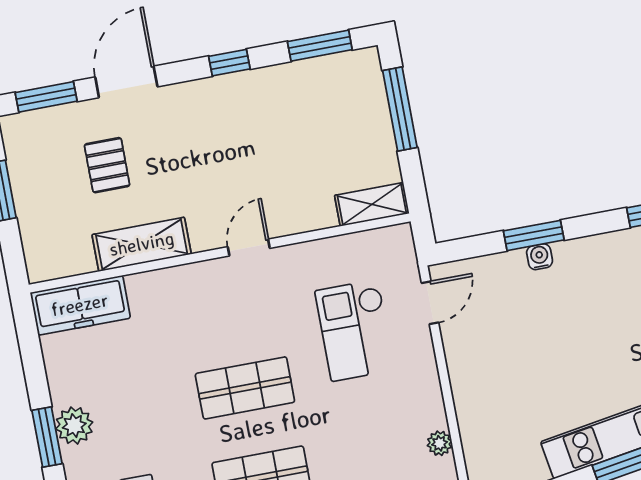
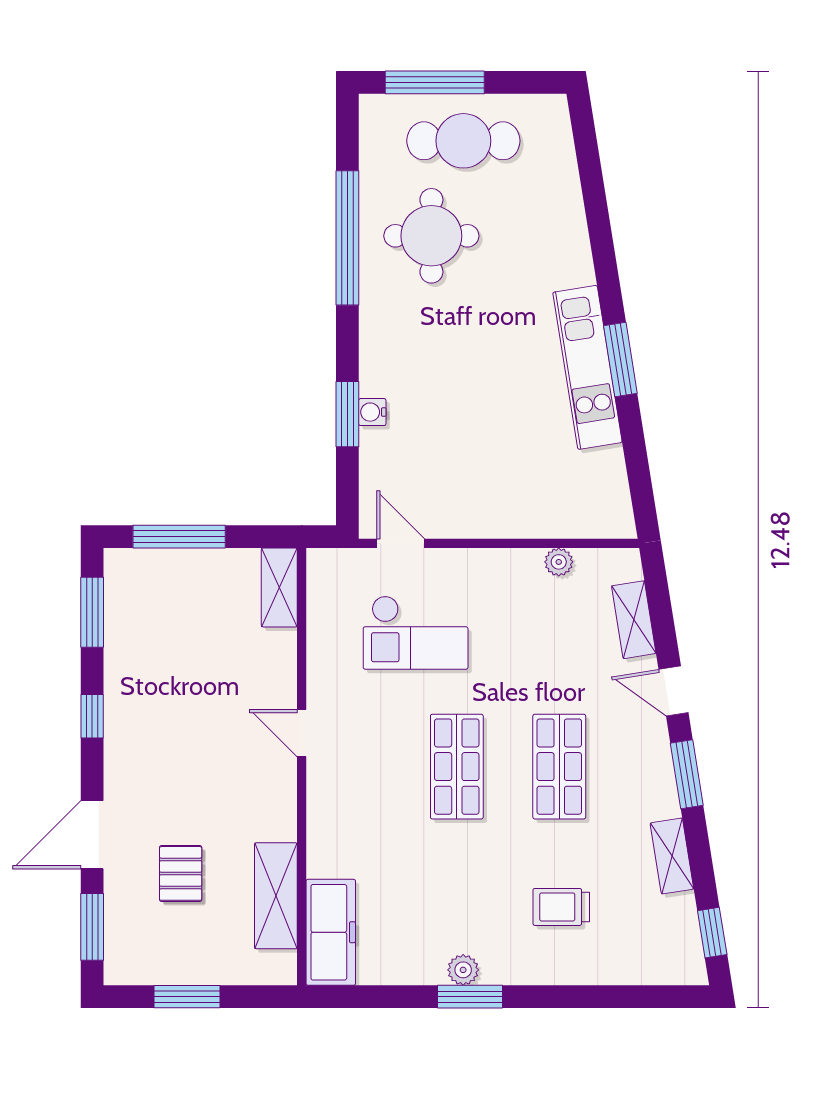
door: (126, 82) -> (92, 835), hinge flipped
pallet: (107, 165) -> (181, 873), turned 90
shelving: (142, 244) -> (276, 896), moved
plant: (74, 426) -> (463, 970), width x0.73, depth x0.73

